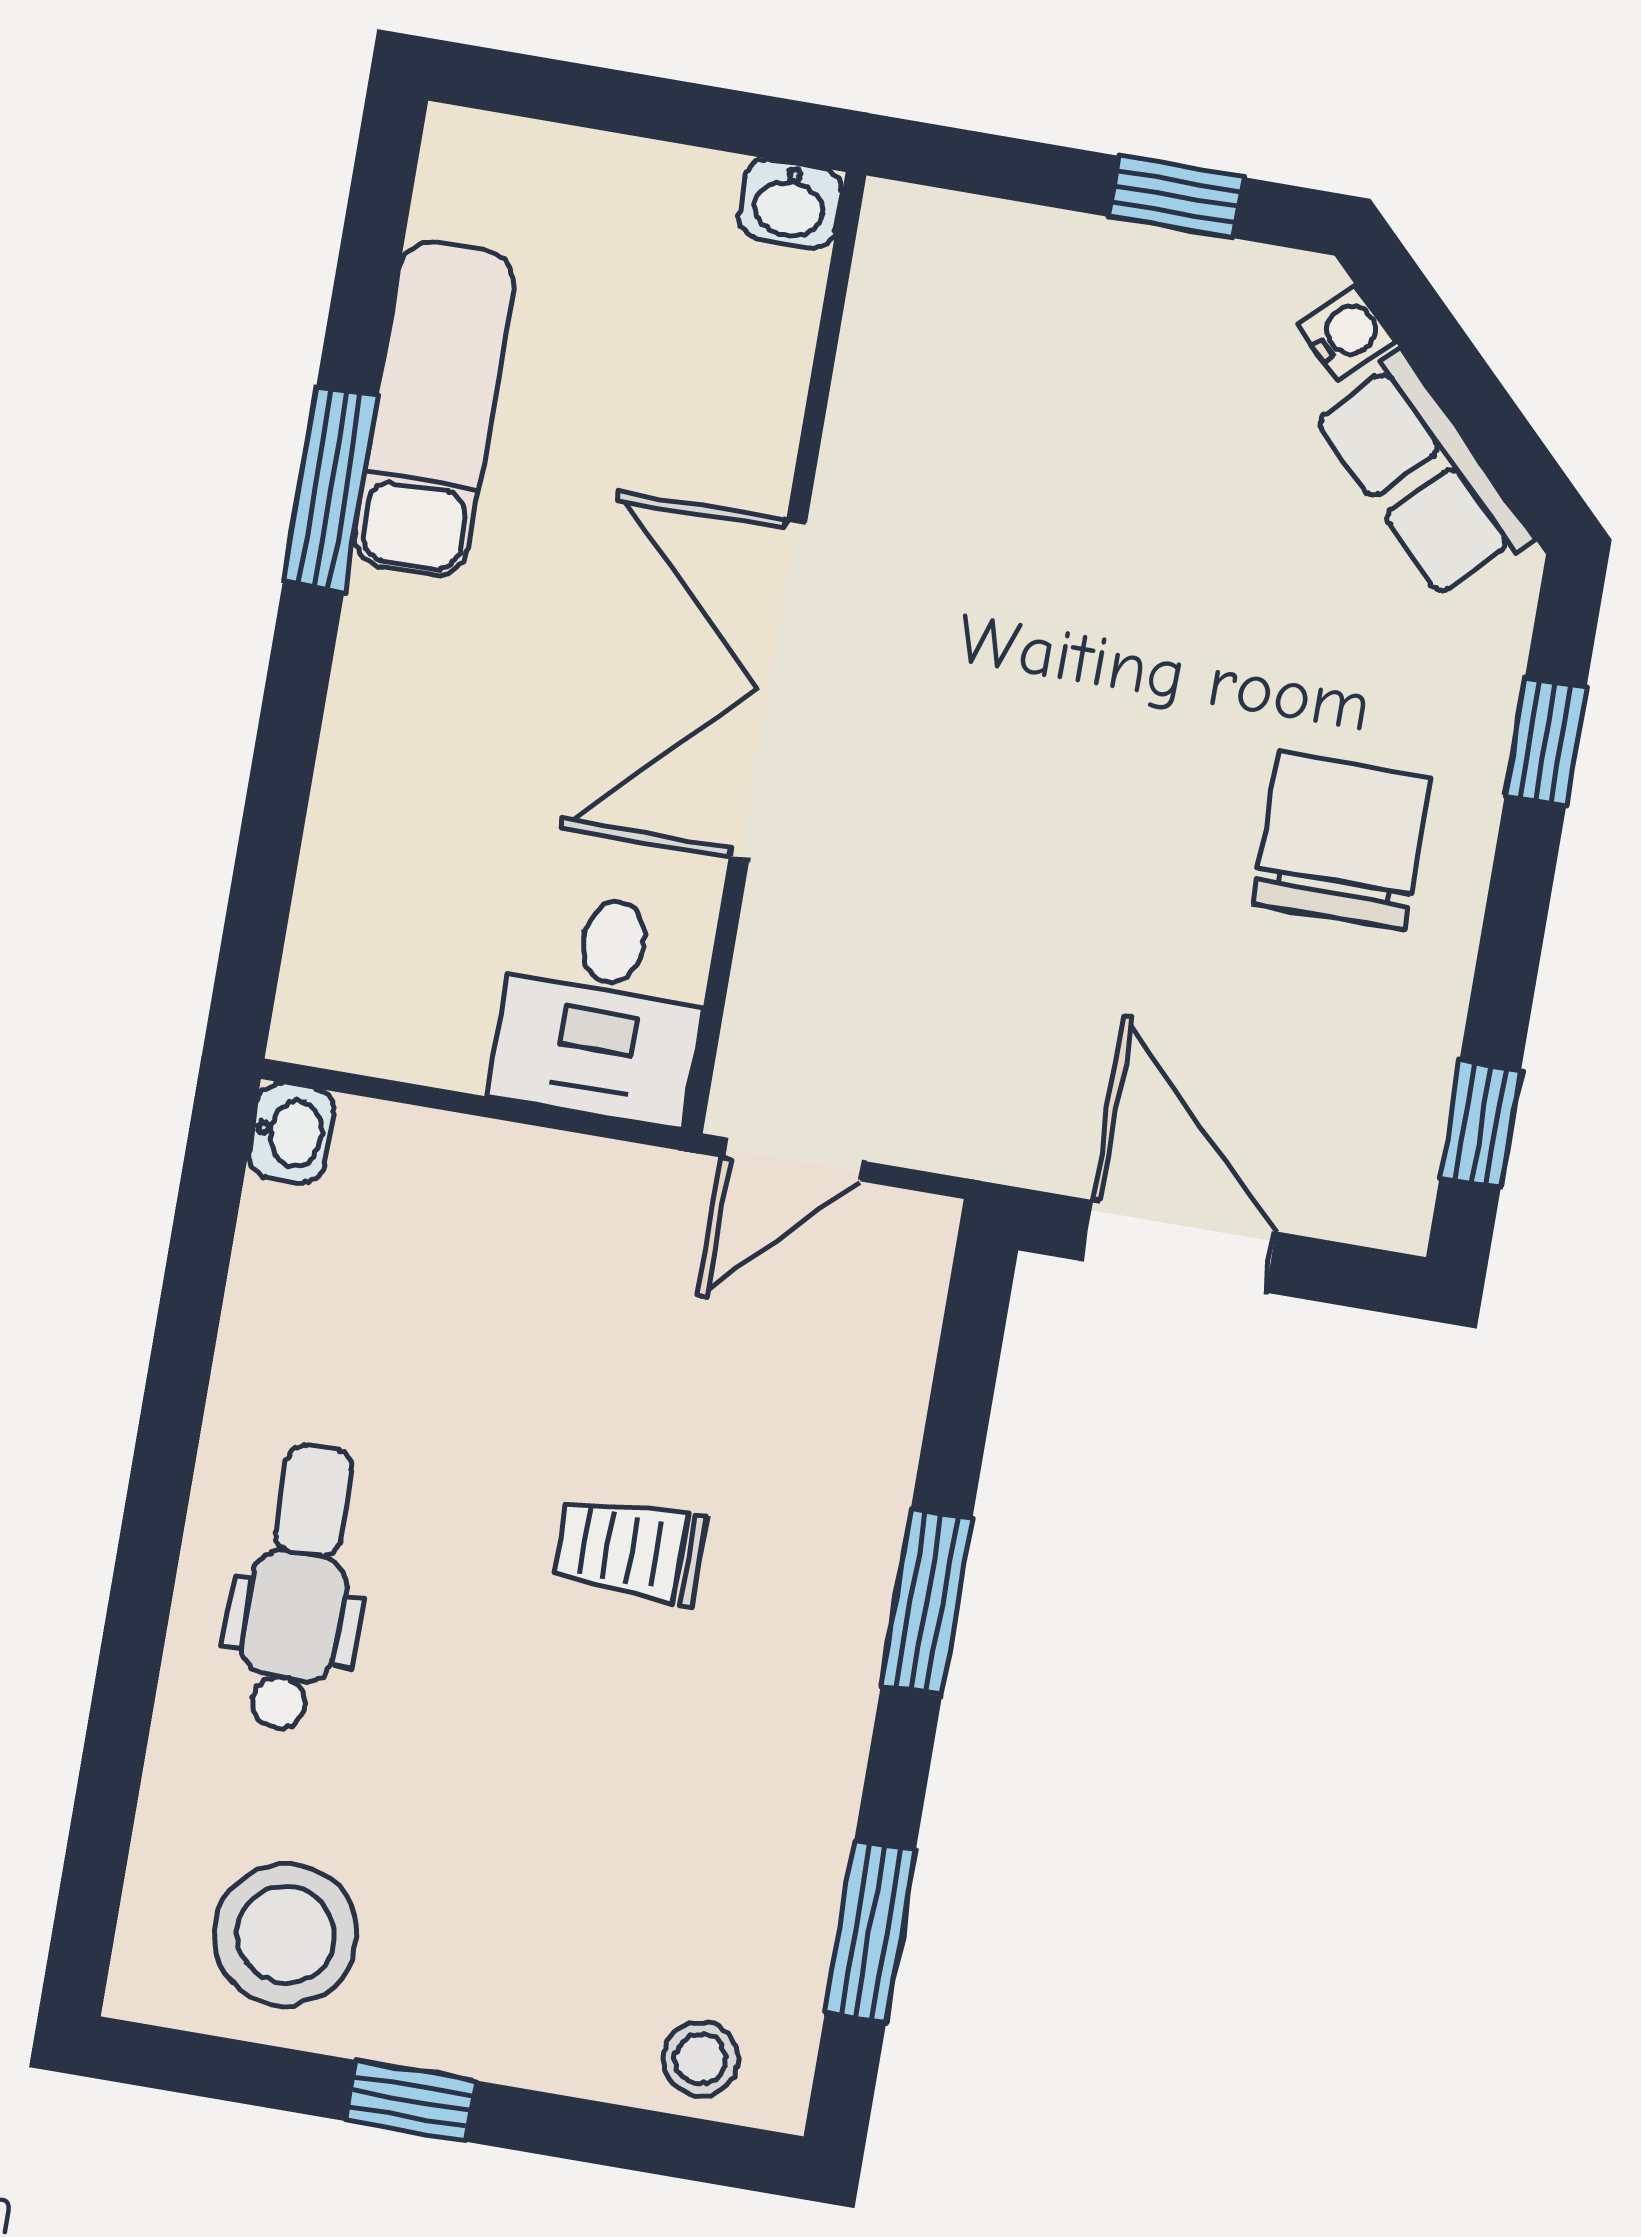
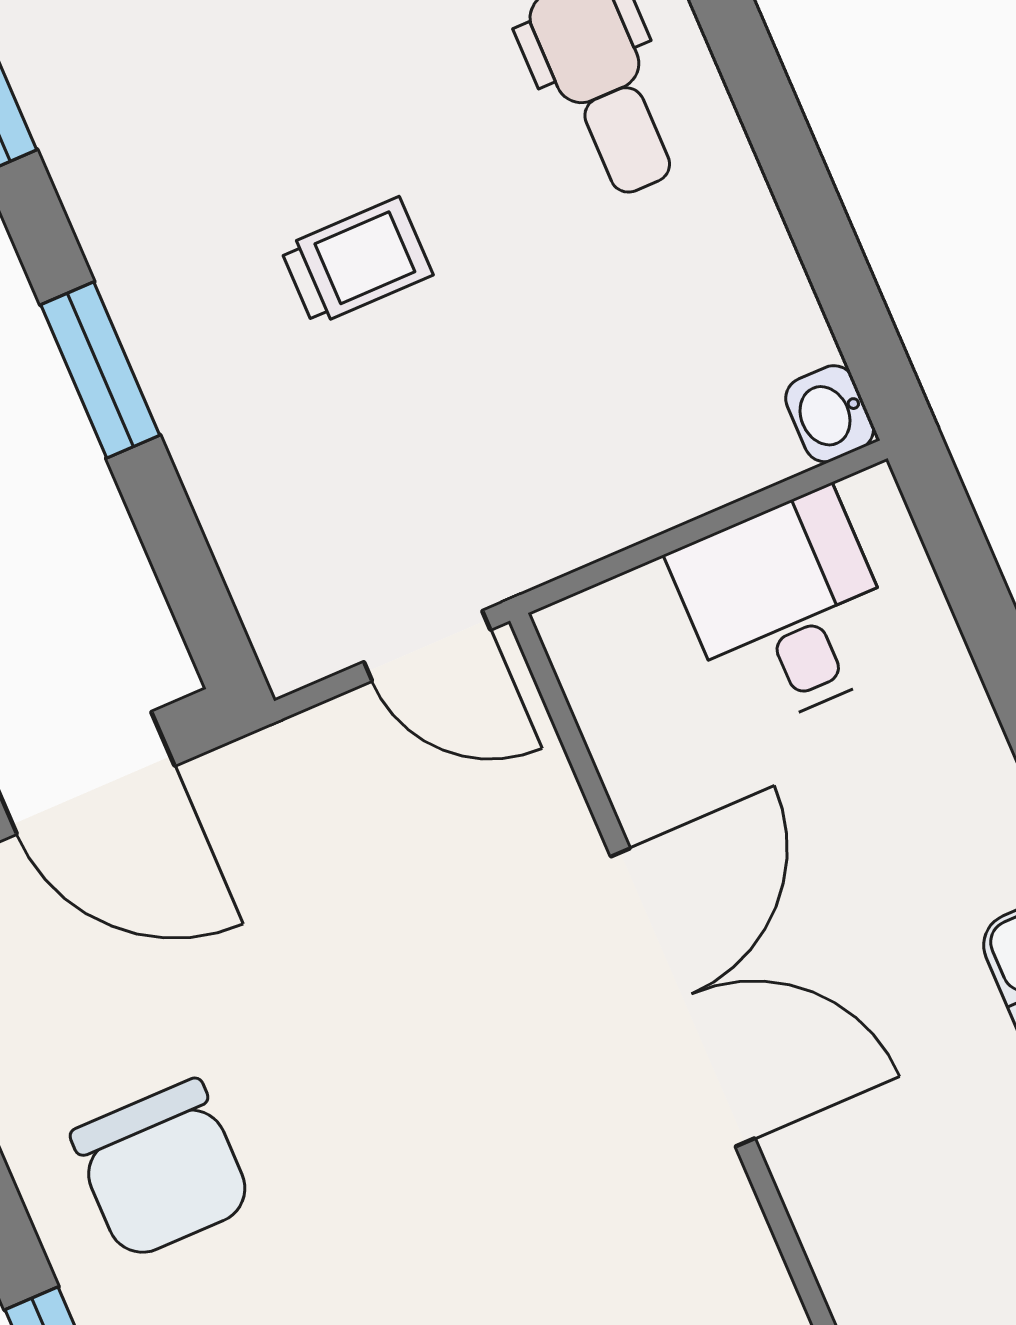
desk: (602, 1008) -> (787, 609), moved
door: (793, 1159) -> (427, 646), swing flipped

